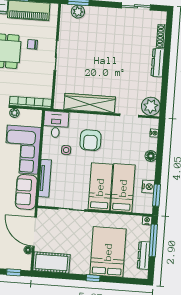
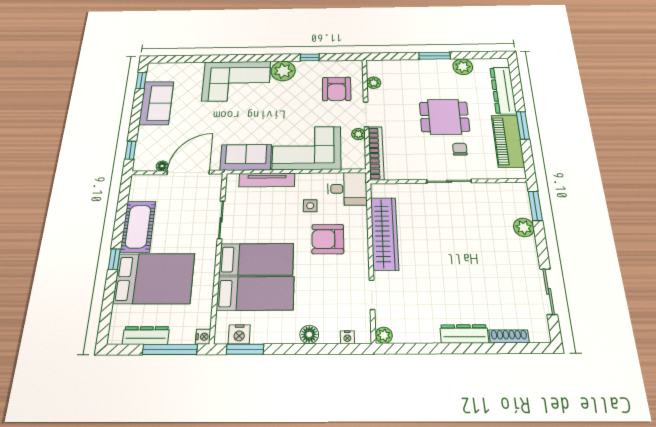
plant: (78, 12) -> (524, 227), moved
plant: (151, 106) -> (384, 335), width x0.53, depth x0.53
nightstand: (148, 187) -> (239, 334), moved
cot: (52, 262) -> (138, 227), moved

